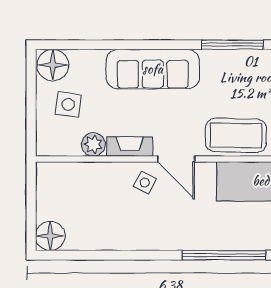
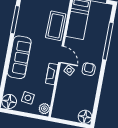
plant: (93, 144) -> (44, 109), moved
door: (176, 159) -> (61, 54), hinge flipped
armchair: (155, 225) -> (89, 69), added

